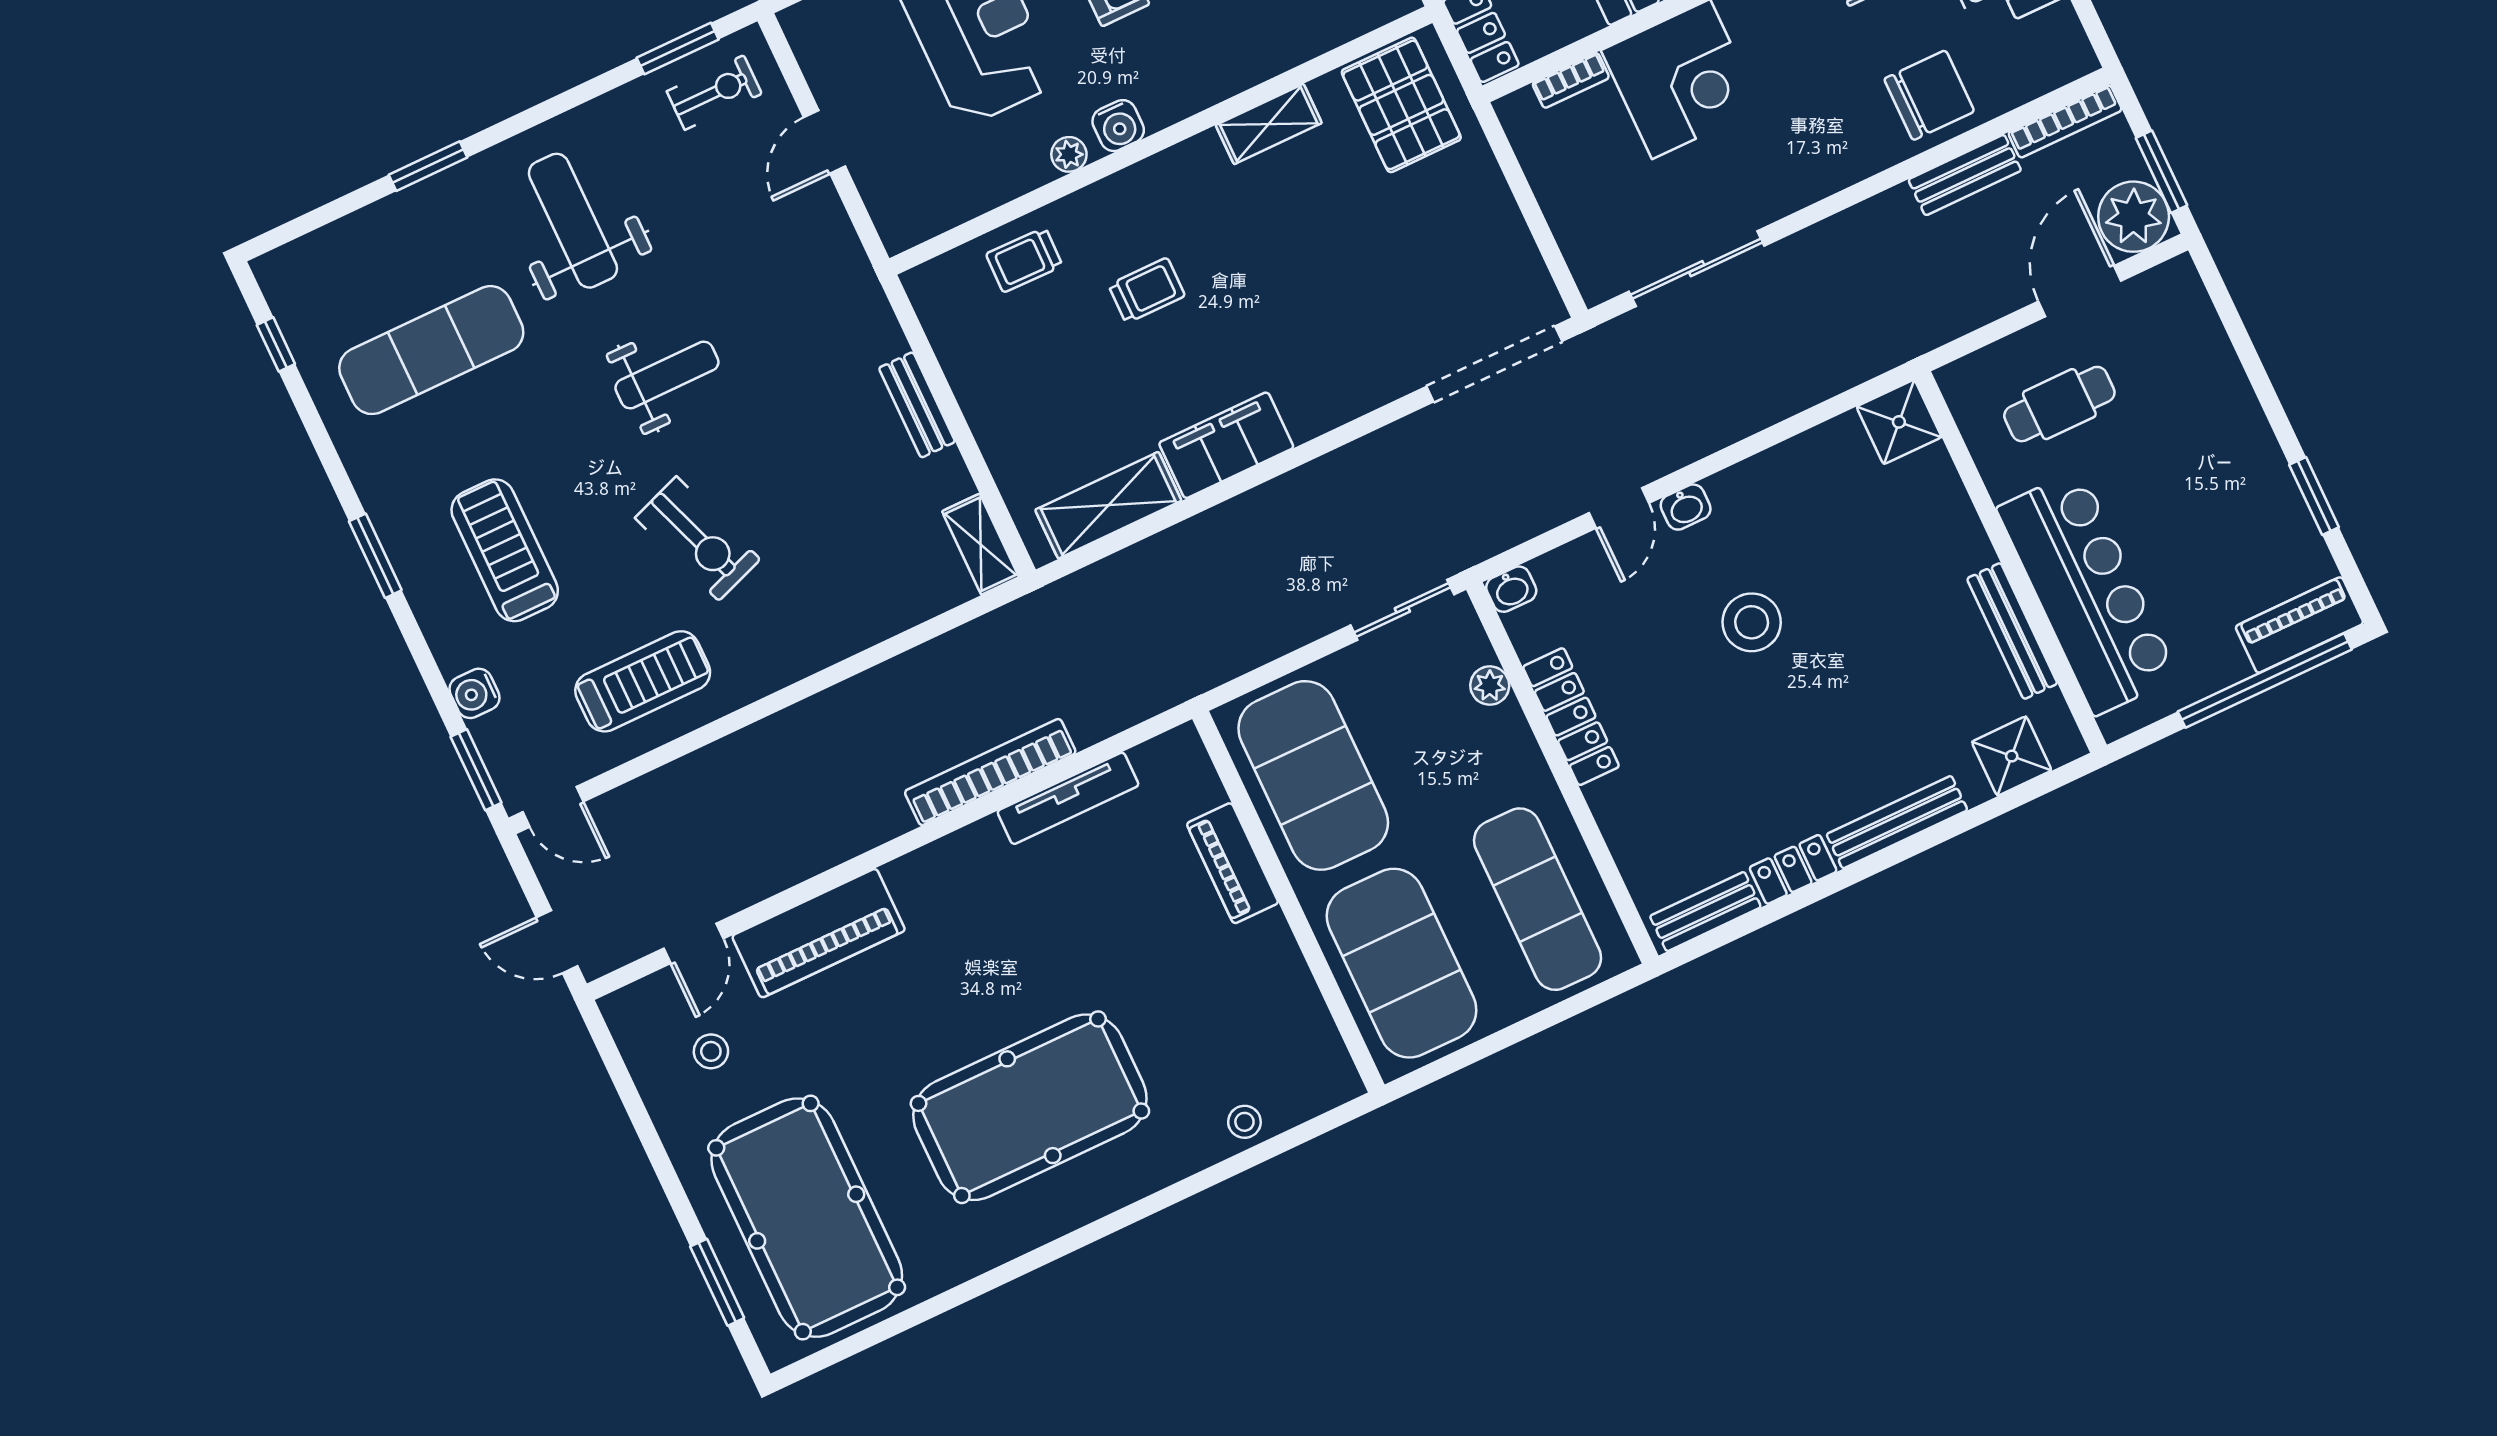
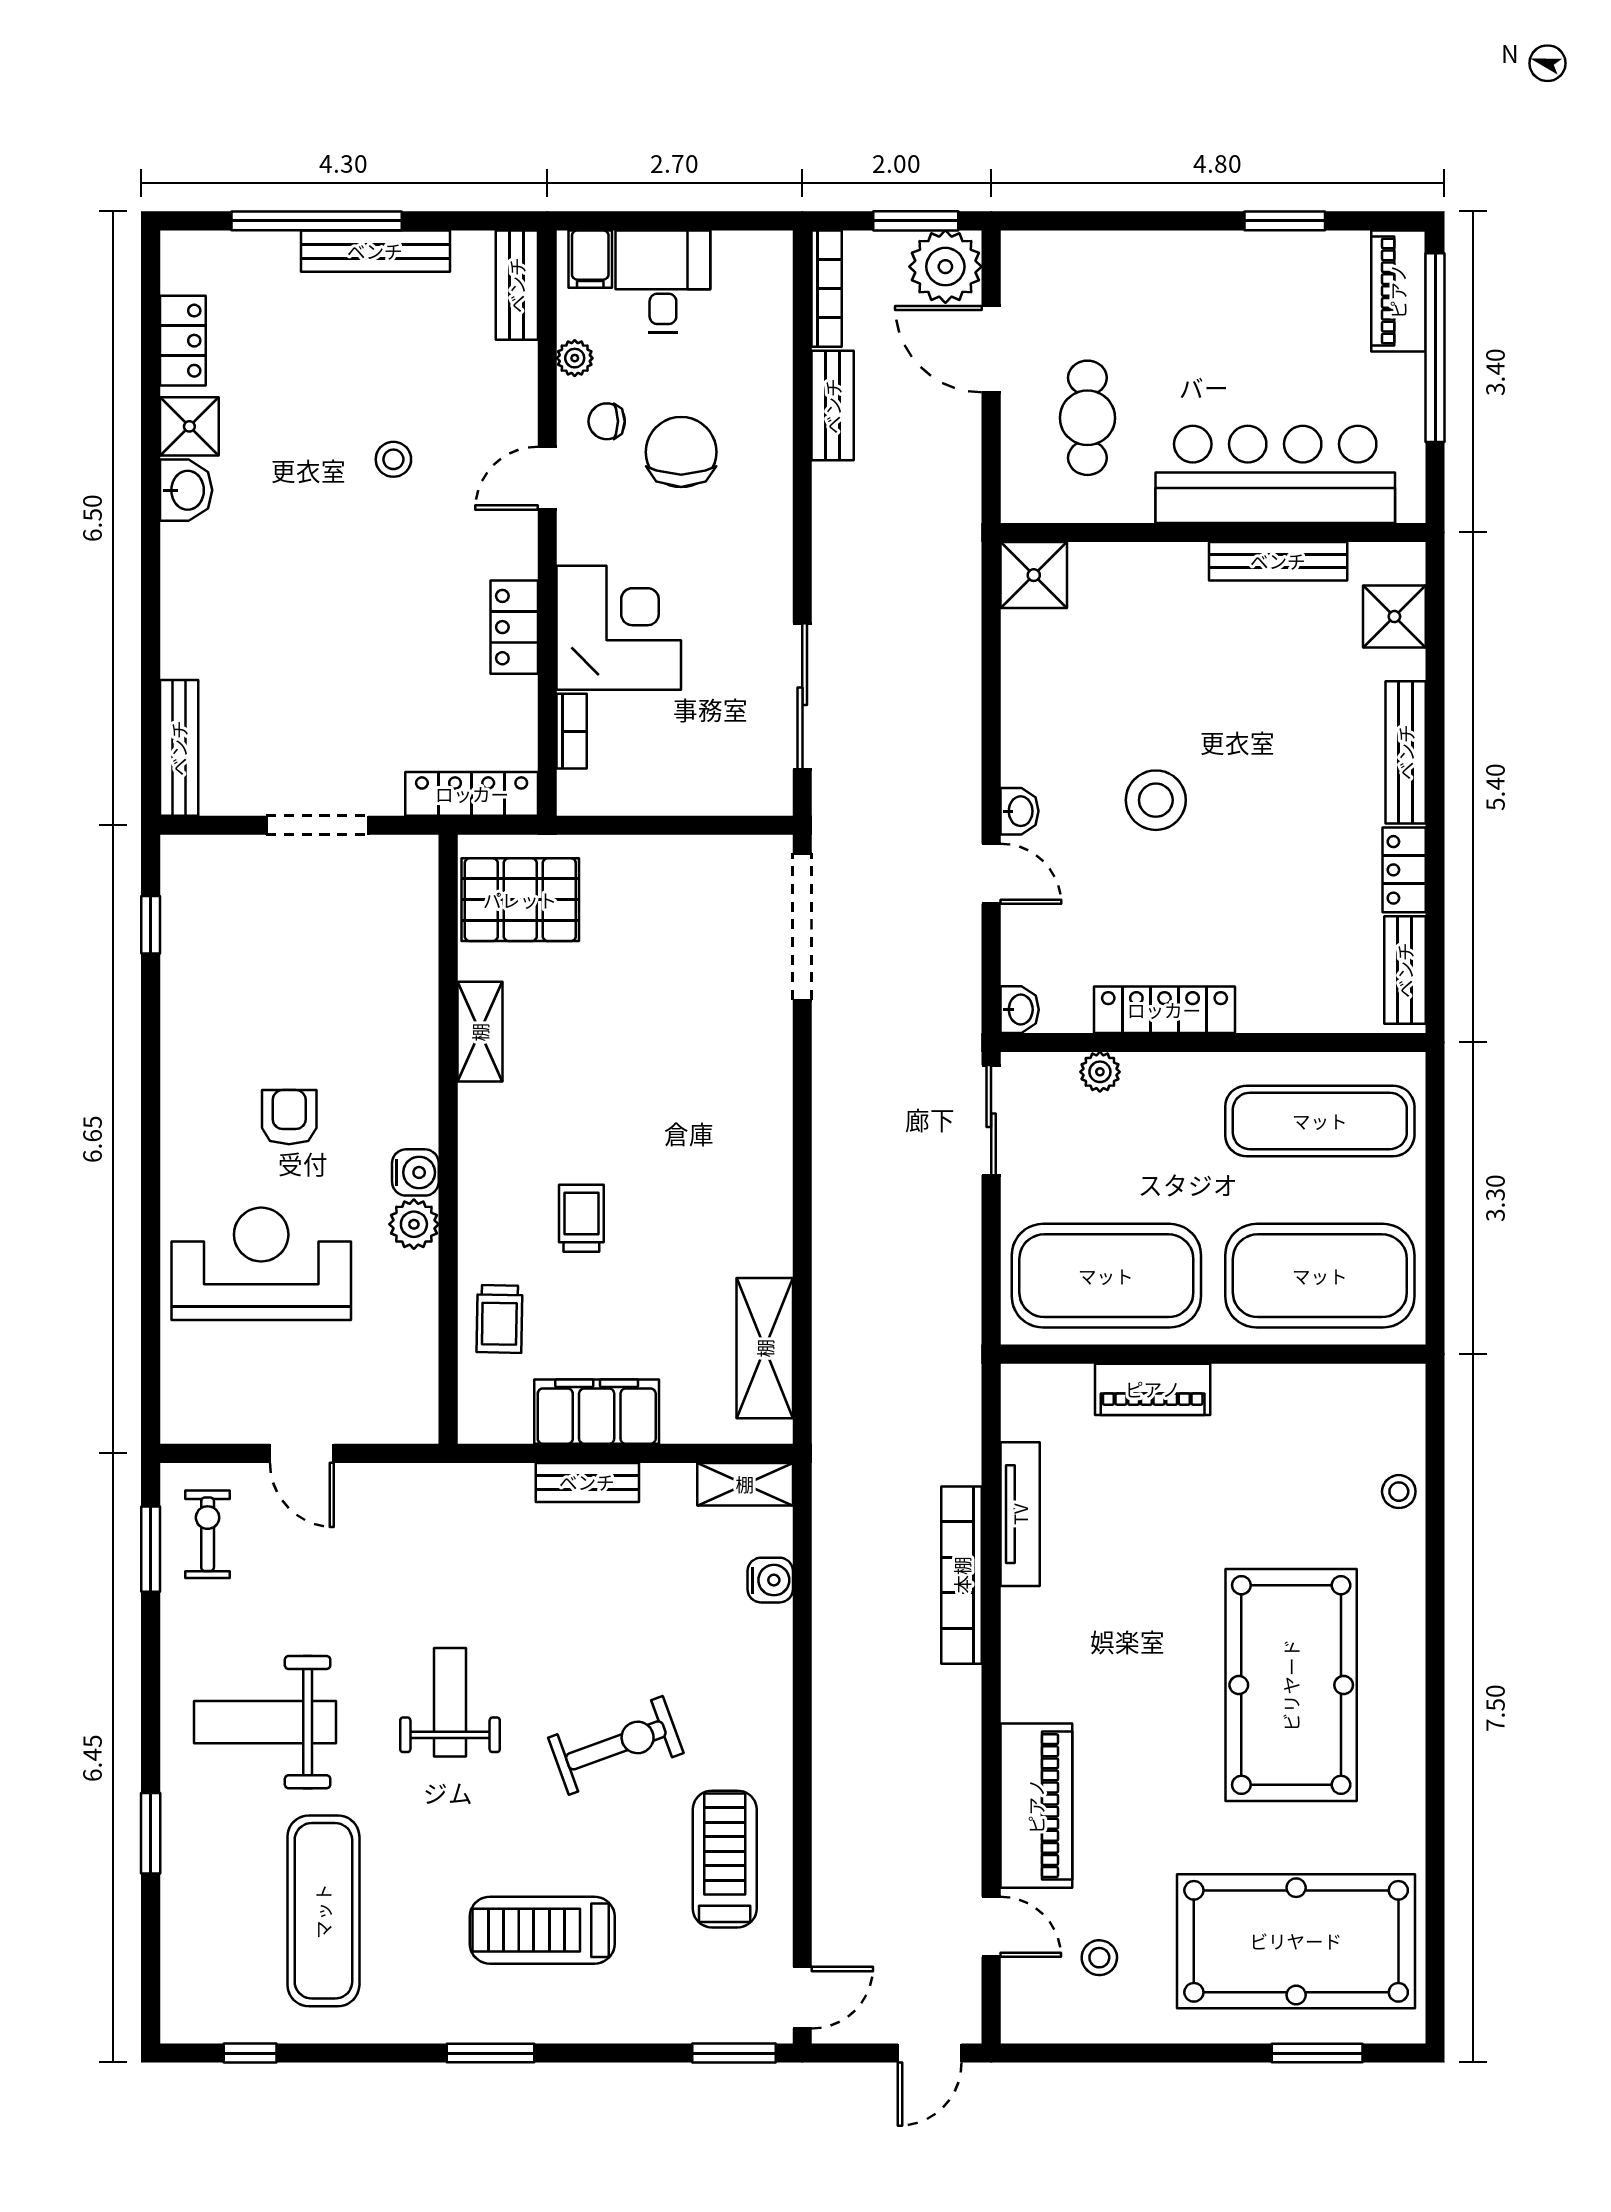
chair: (1929, 95) -> (681, 452), moved
plant: (1069, 154) -> (414, 1224), width x1.38, depth x1.38
filing cabinet: (1226, 445) -> (597, 1412), moved, turned 90
water cooler: (474, 693) -> (770, 1580), moved, turned -90

